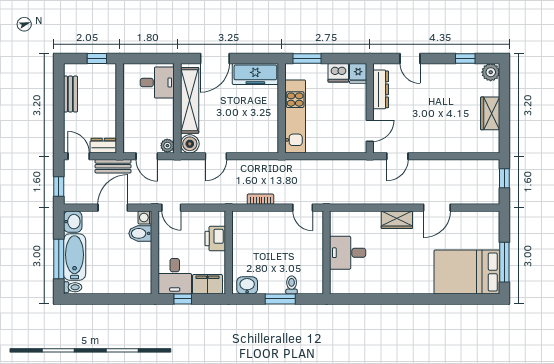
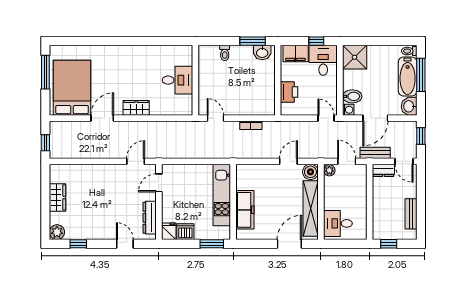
freezer: (255, 74) -> (245, 210), moved, turned 90
bed: (467, 272) -> (72, 88), moved, turned -90
shower: (137, 280) -> (355, 57), added
window: (280, 299) -> (253, 41), moved

